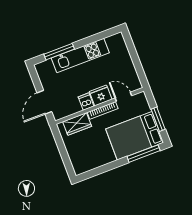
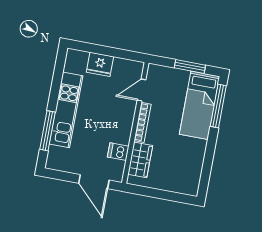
fridge: (101, 95) -> (100, 64), moved, turned -90
dishwasher: (86, 102) -> (118, 152), moved
bed: (135, 136) -> (200, 105), width x0.67

